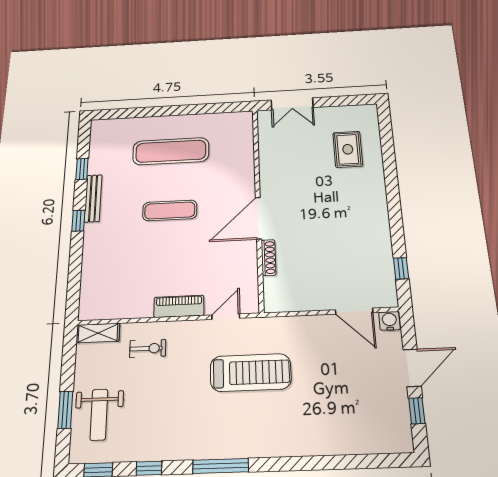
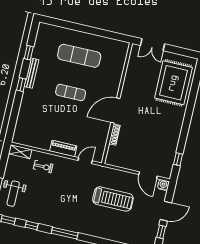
rug: (348, 149) -> (173, 83), width x1.86, depth x2.06
treadmill: (251, 373) -> (113, 199), moved

